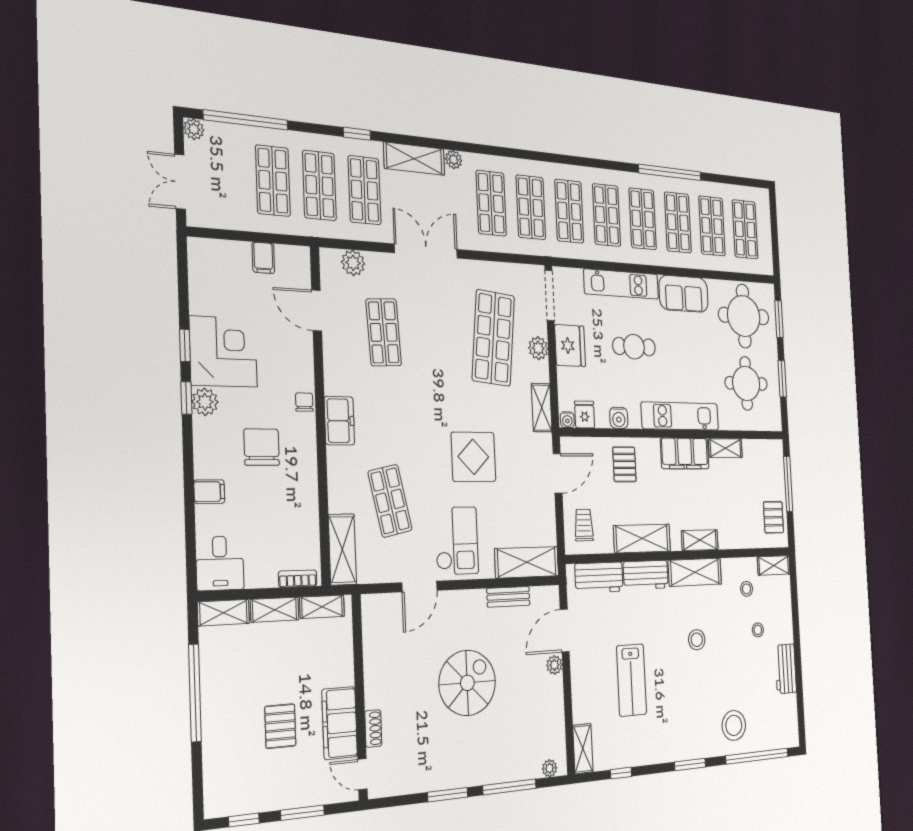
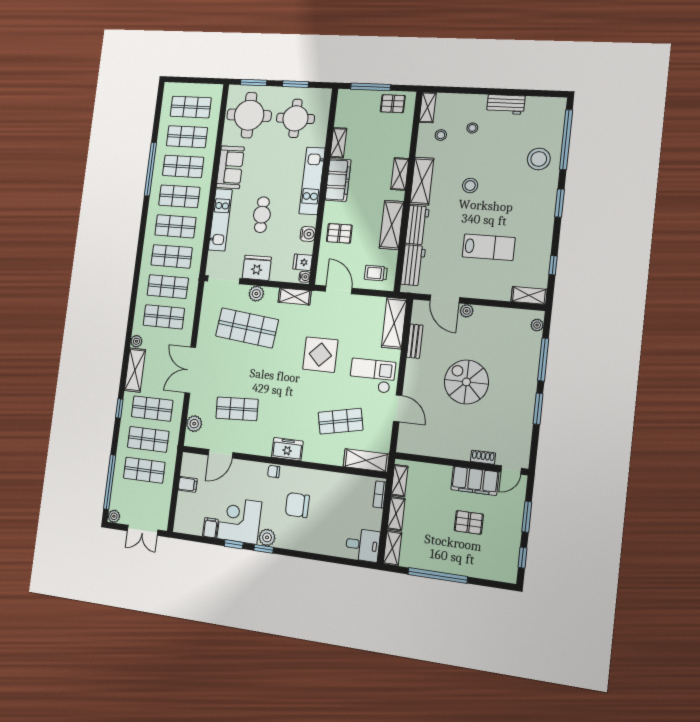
filing cabinet: (209, 492) -> (210, 528), moved

